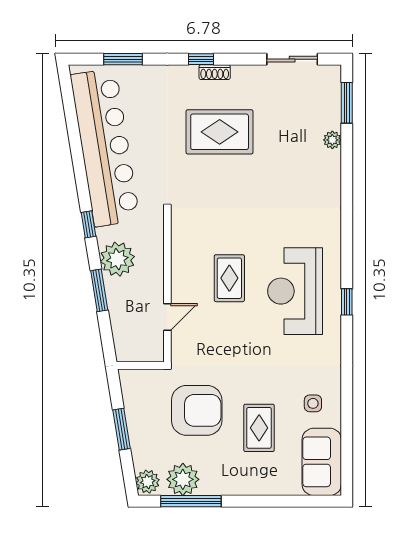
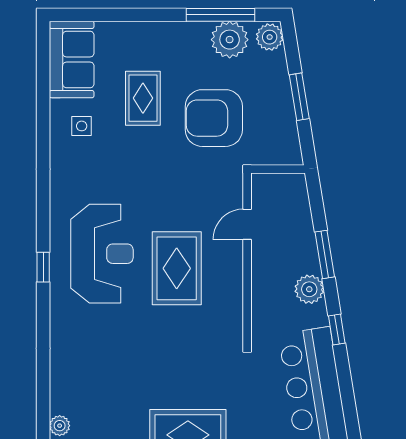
plant: (117, 259) -> (309, 289), width x0.73, depth x0.73
rug: (229, 278) -> (177, 268), width x1.36, depth x1.43
window: (347, 302) -> (43, 267), moved

